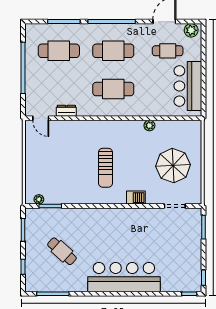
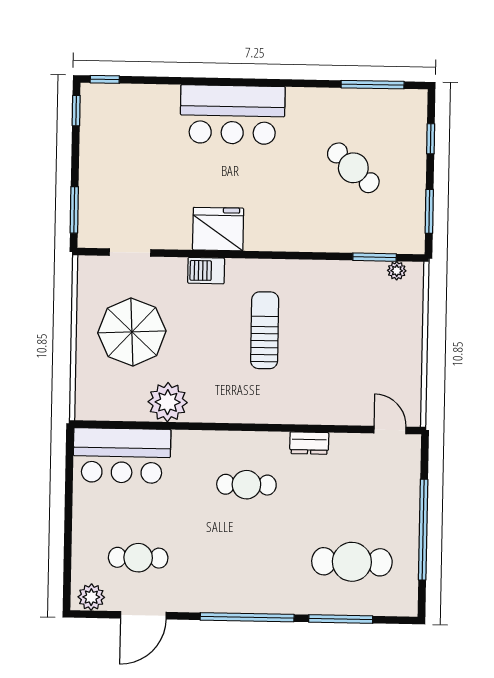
cafe table: (113, 51) -> (245, 560), removed
bar counter: (188, 86) -> (122, 456), moved, turned 90
cafe table: (113, 89) -> (246, 485), width x0.73, depth x0.74
dresser: (66, 111) -> (309, 443), moved
plant: (149, 126) -> (168, 402), width x1.87, depth x1.87
fridge: (130, 219) -> (218, 229), added
bar counter: (124, 277) -> (233, 115), width x0.73

